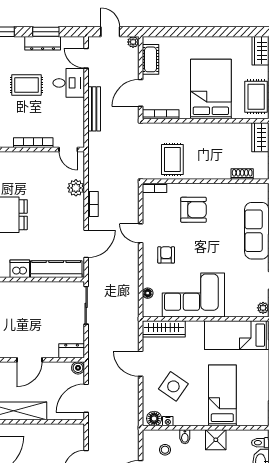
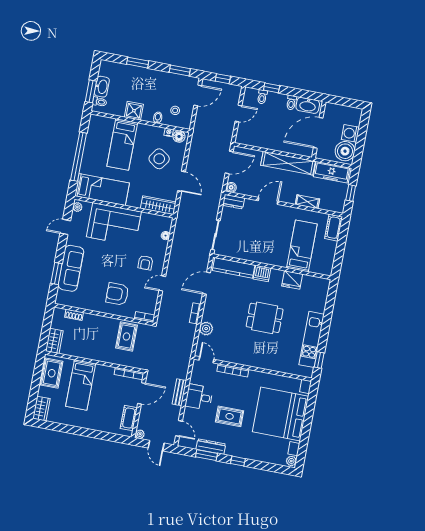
desk: (69, 83) -> (199, 397), moved
bed: (211, 89) -> (81, 385), width x0.67
bench: (94, 109) -> (179, 392), width x0.73
door: (141, 233) -> (162, 283), swing flipped
corner sofa: (193, 295) -> (114, 224), moved

